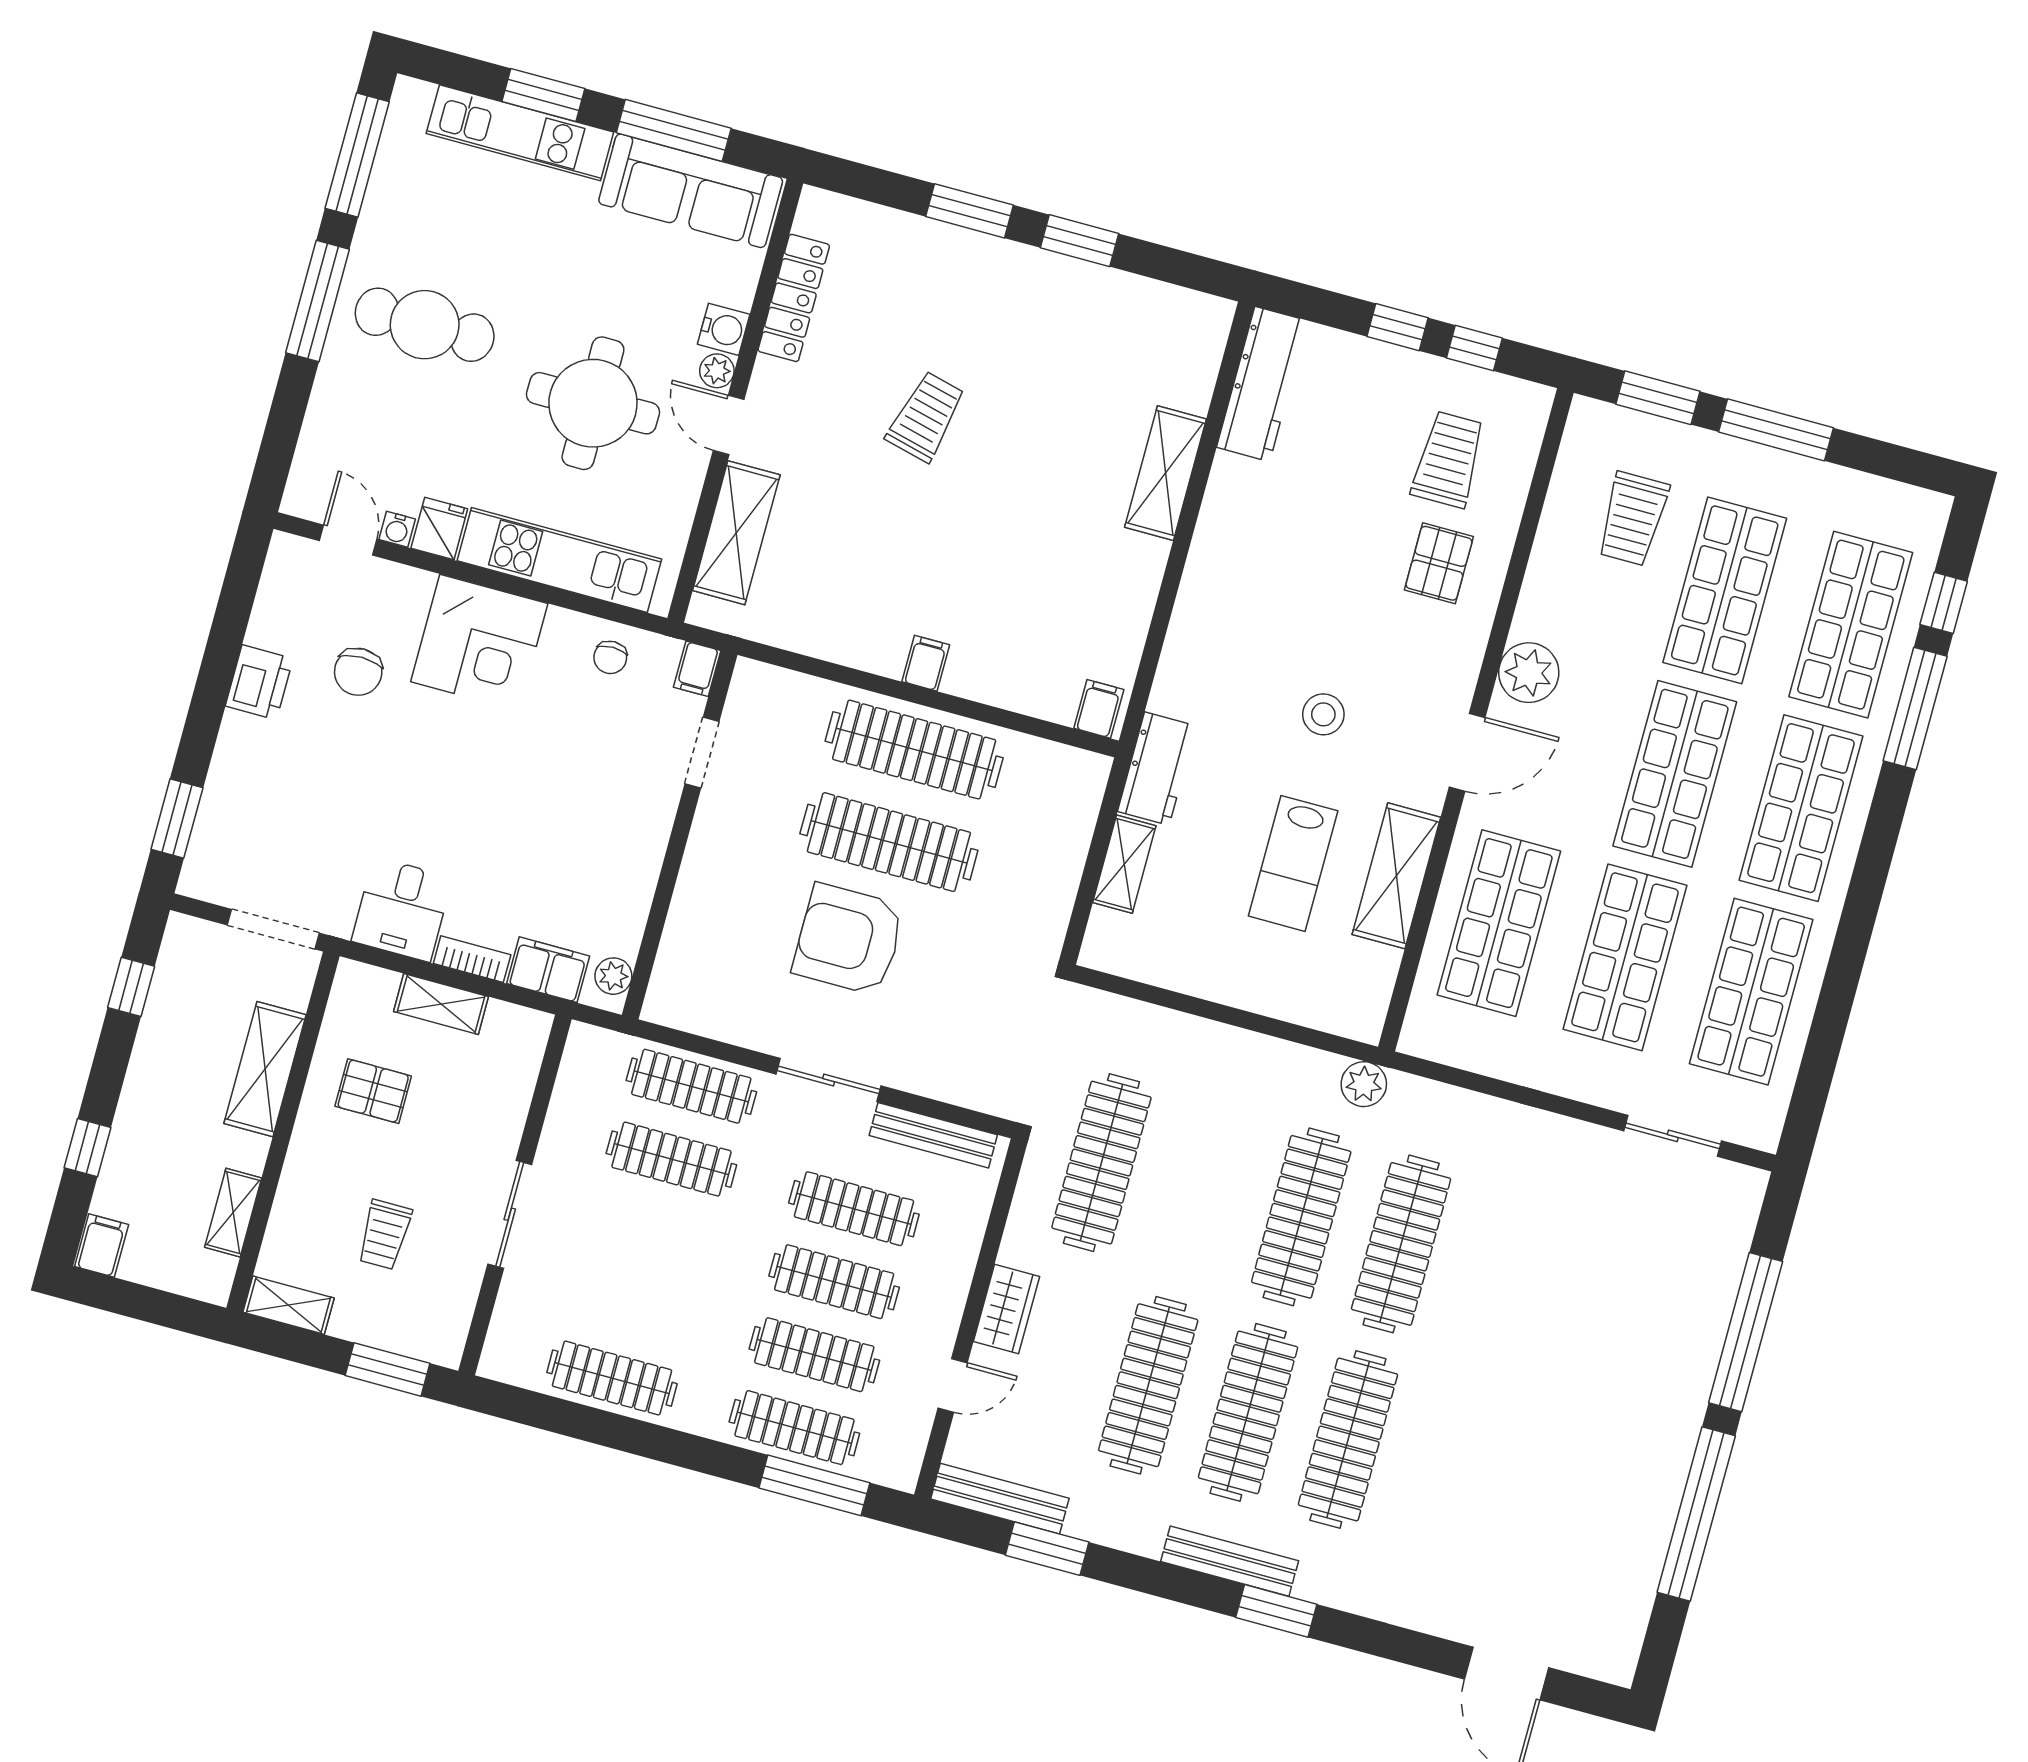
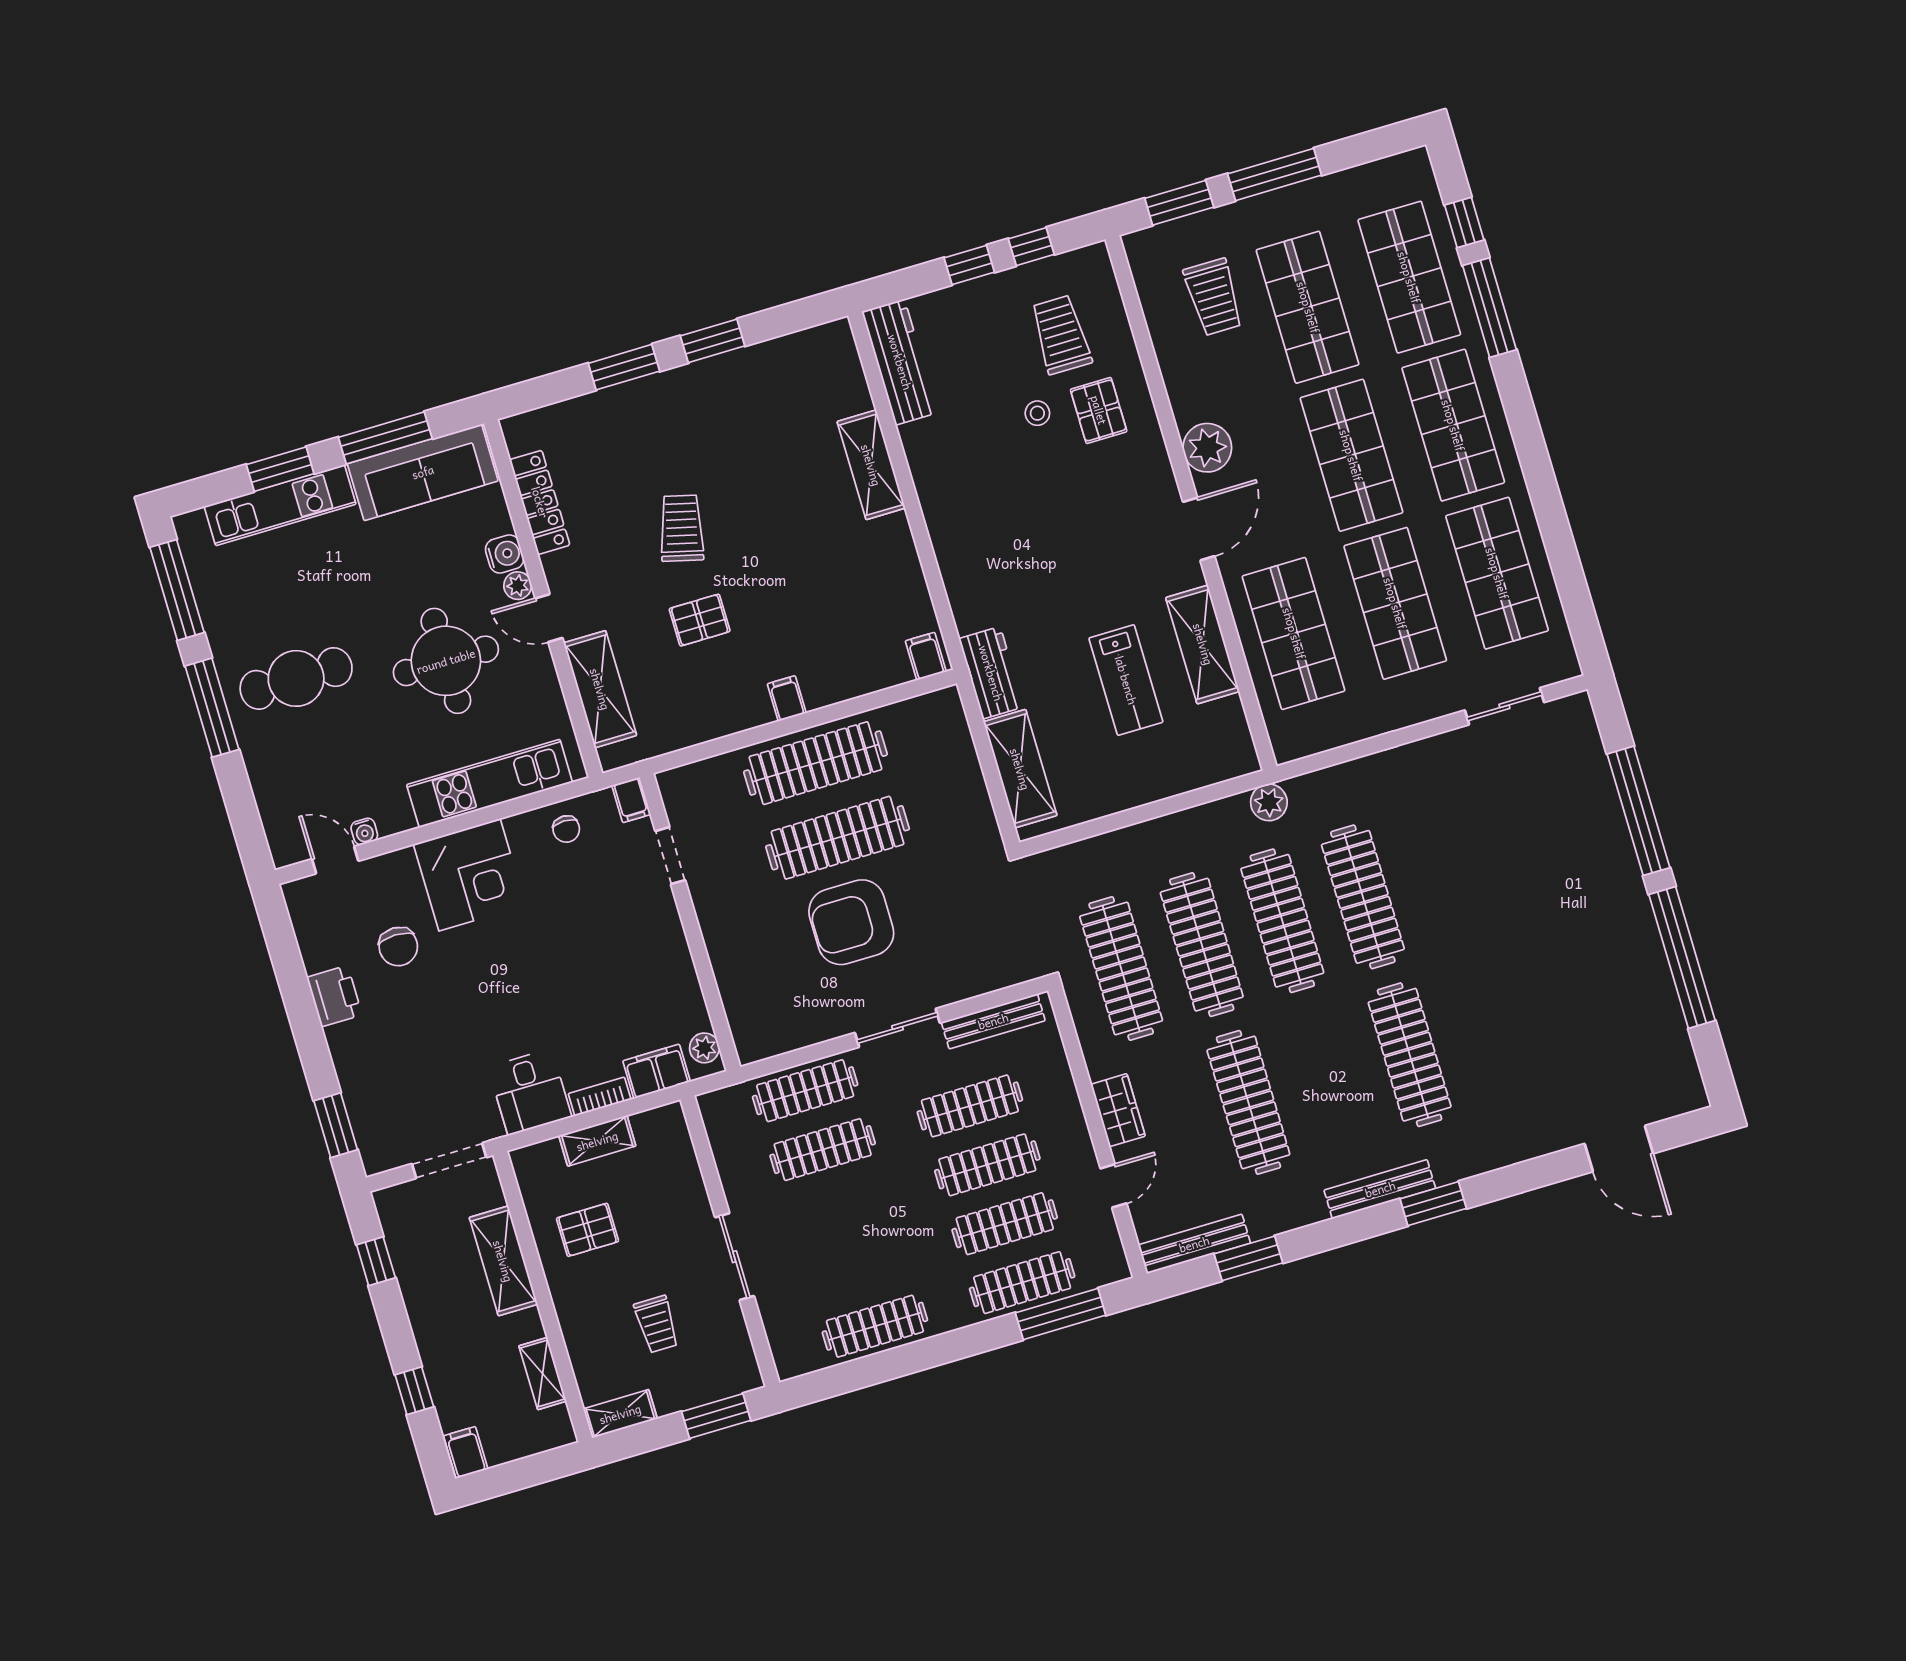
pallet: (885, 525) -> (700, 620), added
fridge: (439, 529) -> (393, 813), removed
stool: (1323, 714) -> (1037, 413), moved, width x0.73, depth x0.73
shelving: (1124, 864) -> (1020, 769), width x1.50, depth x1.33
clothes rail: (1248, 1412) -> (1202, 945), moved

